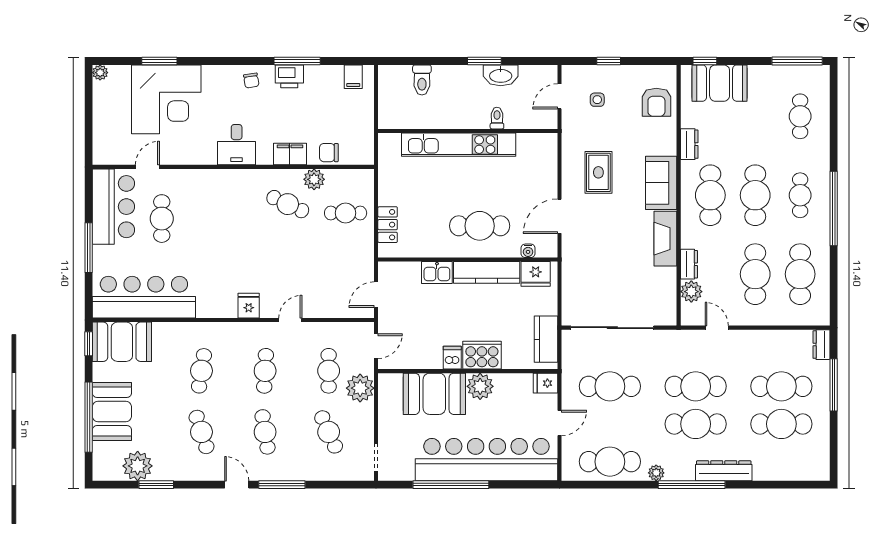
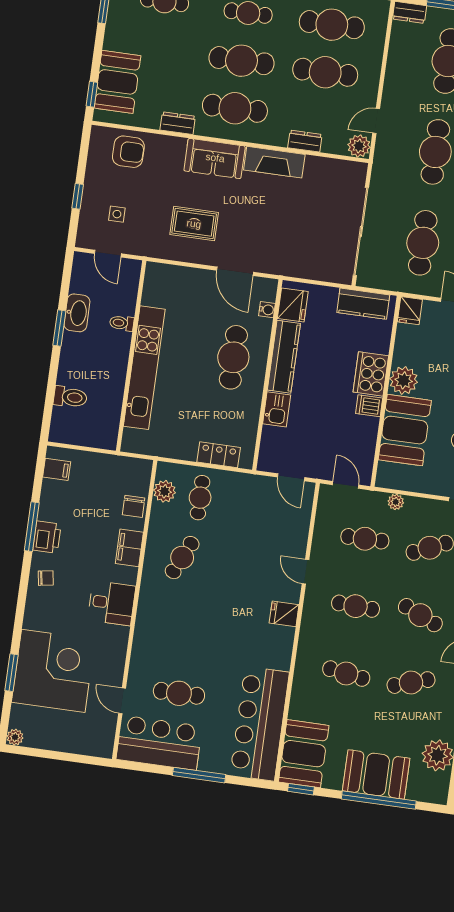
plant: (314, 179) -> (165, 491), moved
plant: (691, 292) -> (359, 146), moved
plant: (360, 388) -> (396, 502), width x0.53, depth x0.53
cafe table: (265, 432) -> (420, 615), turned 33

